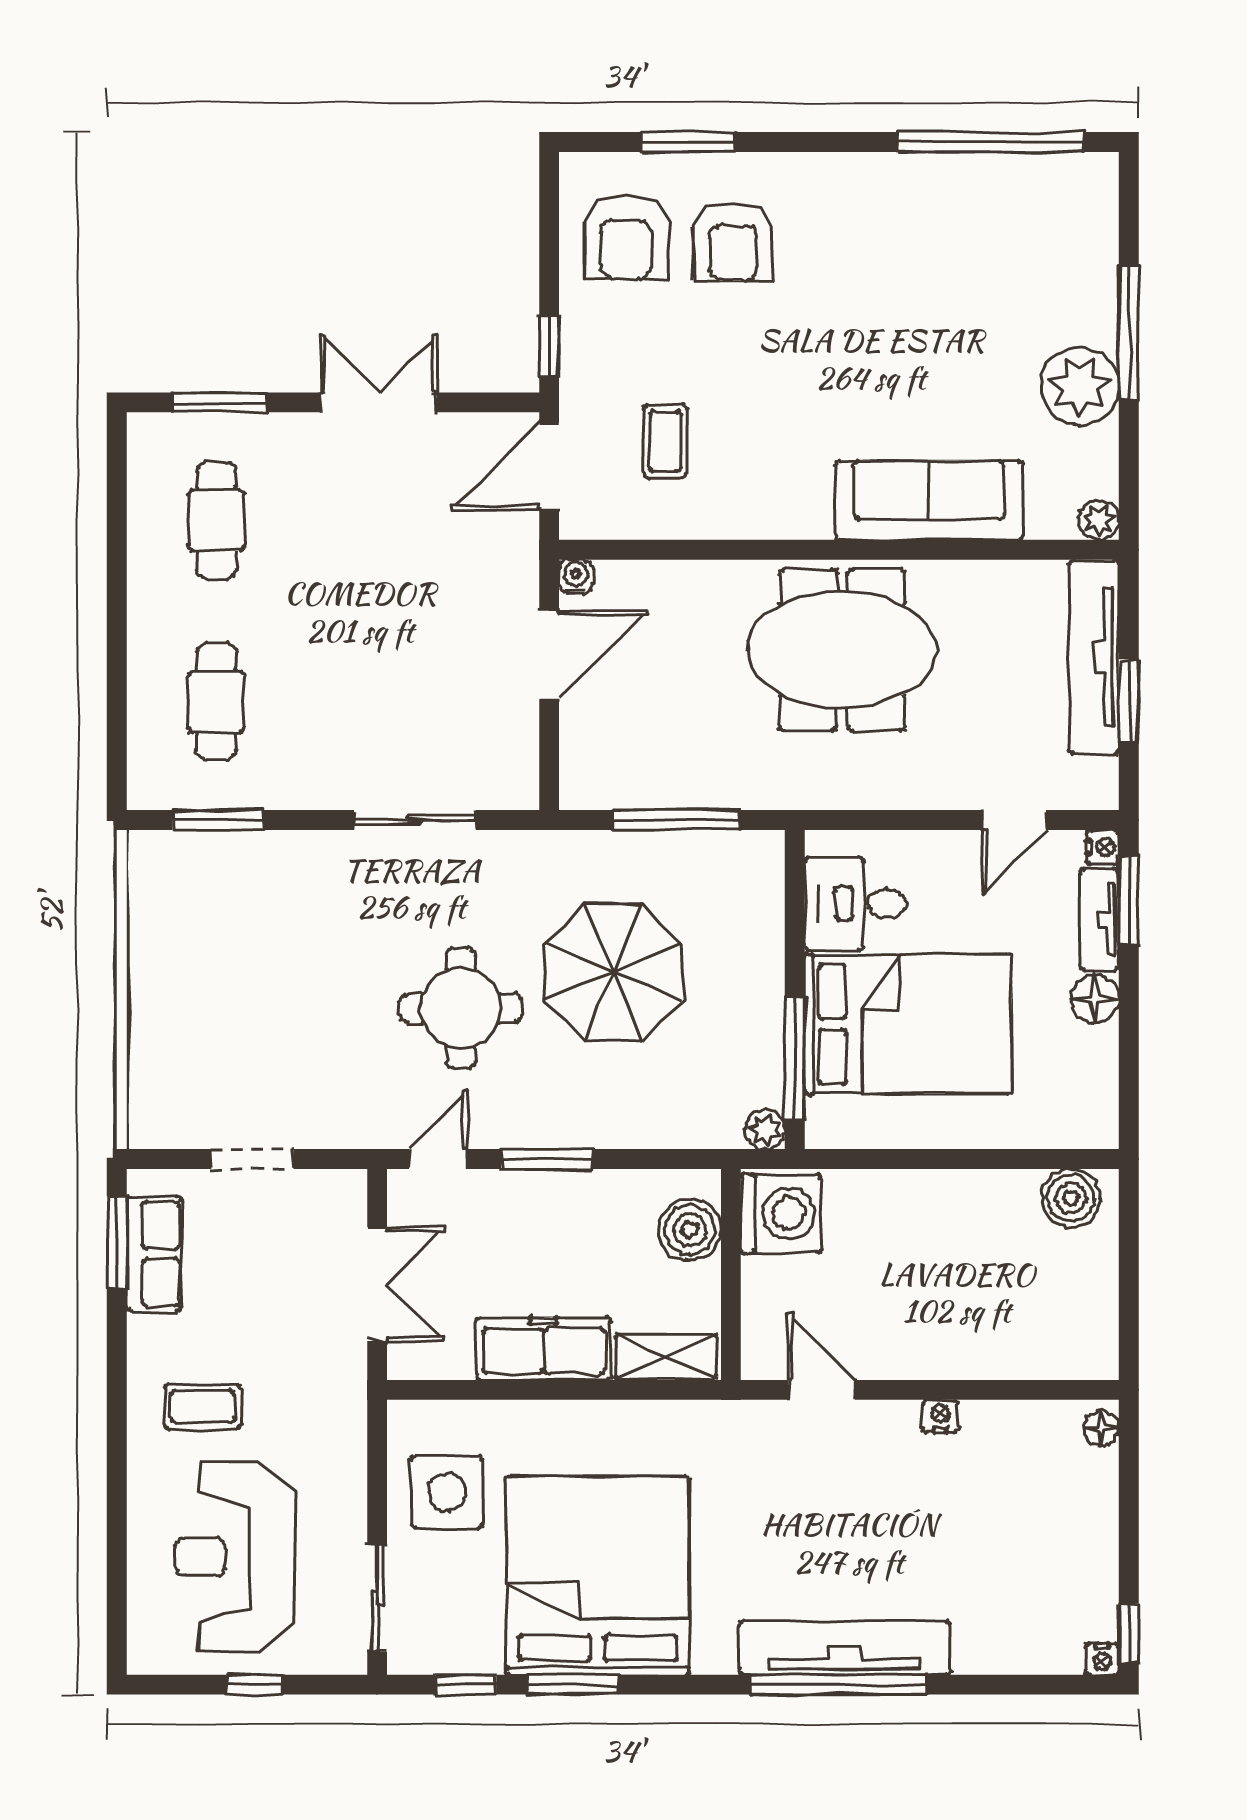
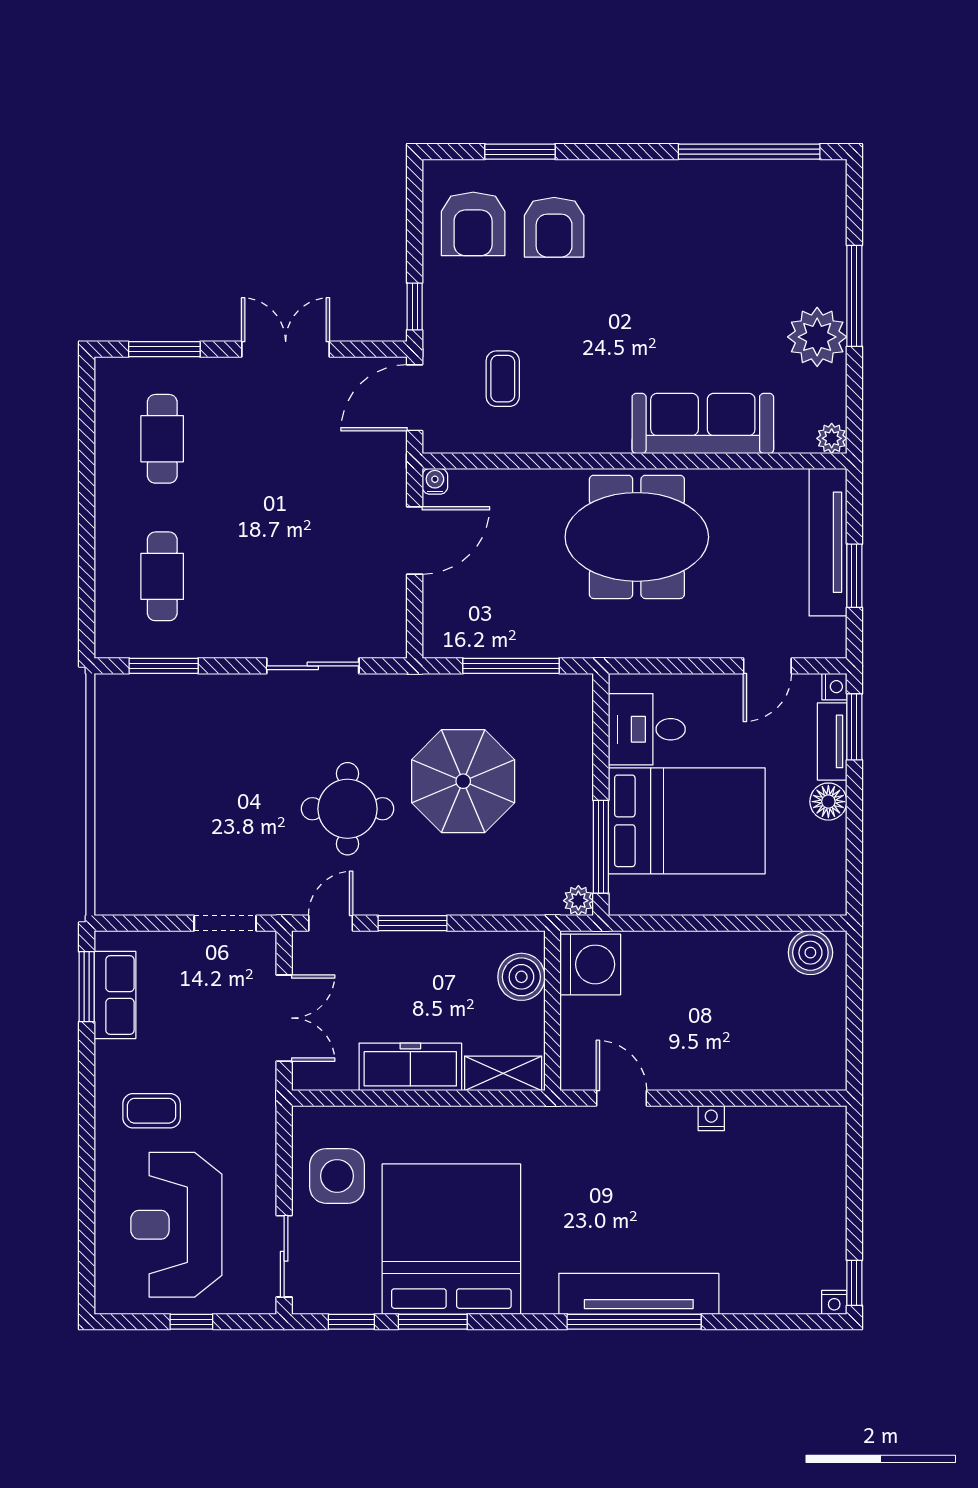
doorway: (252, 1159) -> (225, 923), moved
floor lamp: (1101, 1428) -> (833, 1127), removed

